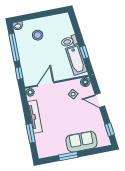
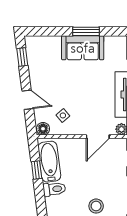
sofa: (81, 142) -> (83, 48), moved

